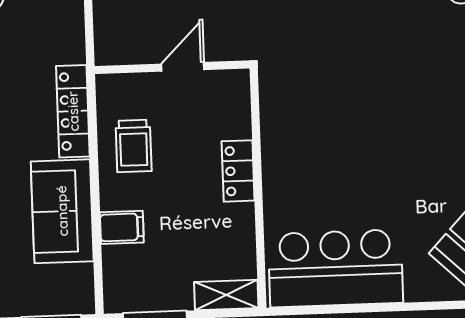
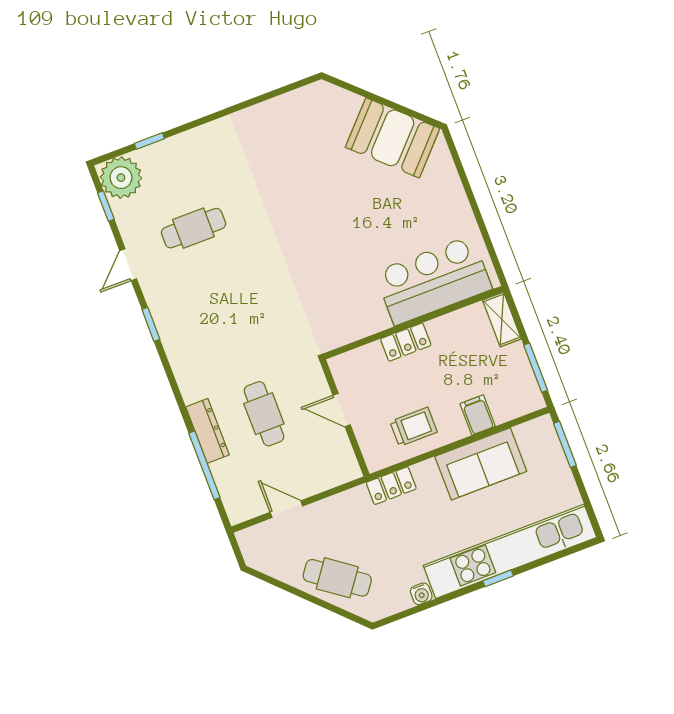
locker: (73, 111) -> (391, 486), width x0.66
bar counter: (335, 268) -> (433, 280), moved, turned 90

